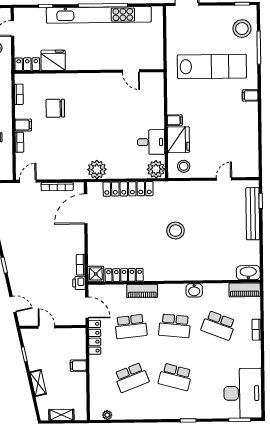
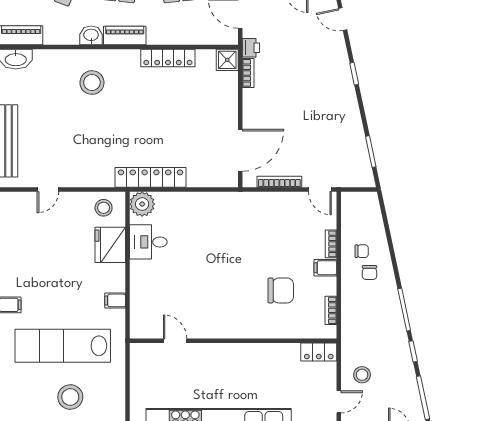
stool: (242, 29) -> (70, 397), moved
fridge: (53, 60) -> (283, 357), removed
filing cabinet: (175, 120) -> (115, 300), moved
plant: (97, 170) -> (224, 205), removed
door: (28, 181) -> (320, 190), hinge flipped
locker: (128, 189) -> (151, 177), moved
stool: (176, 231) -> (92, 83), moved
locker: (124, 275) -> (168, 58), moved
piano: (142, 291) -> (125, 35), moved

